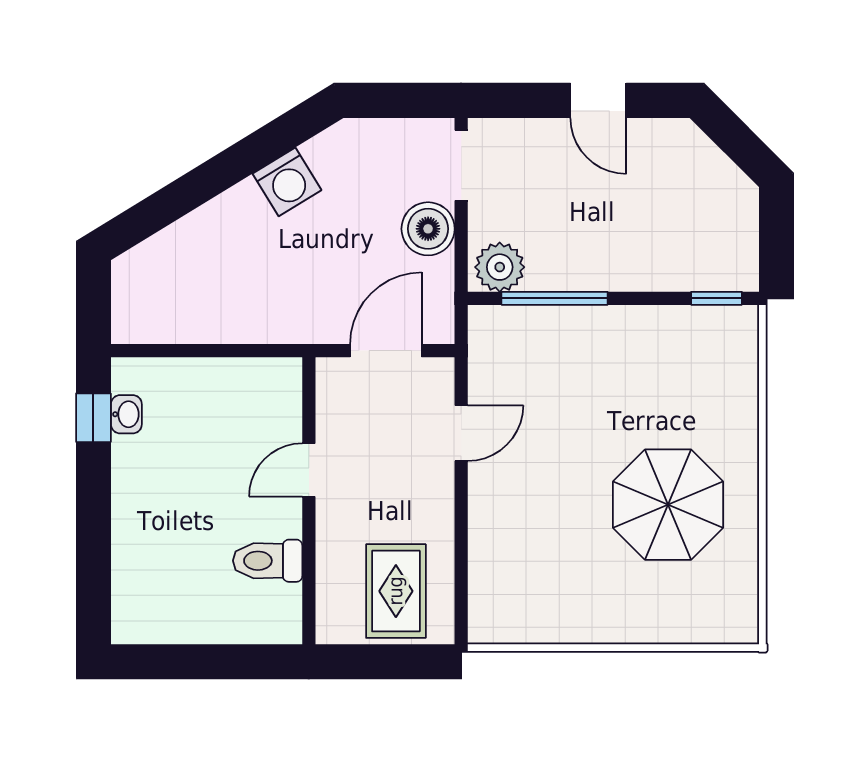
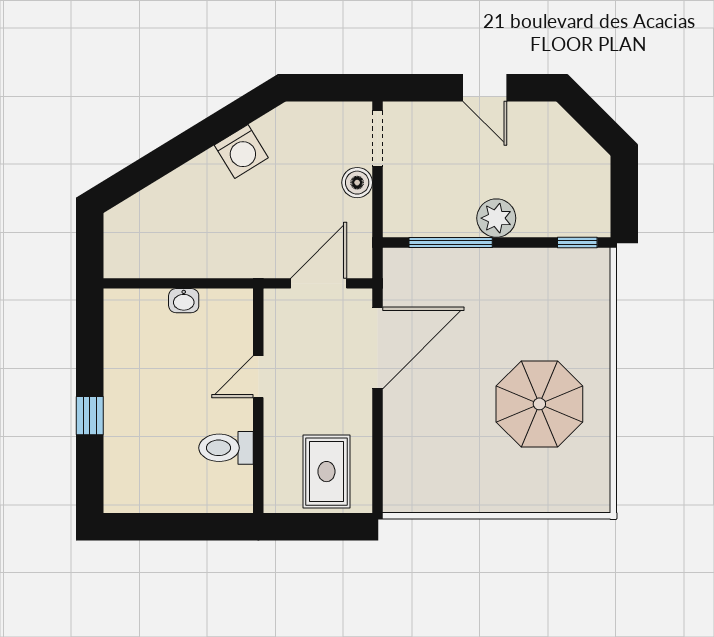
boiler: (428, 229) -> (357, 183), width x0.73, depth x0.73
plant: (500, 267) -> (496, 218), moved
washbasin: (126, 414) -> (184, 301), moved, turned 90
window: (93, 418) -> (90, 416), moved
door: (461, 433) -> (377, 348), width x1.87

